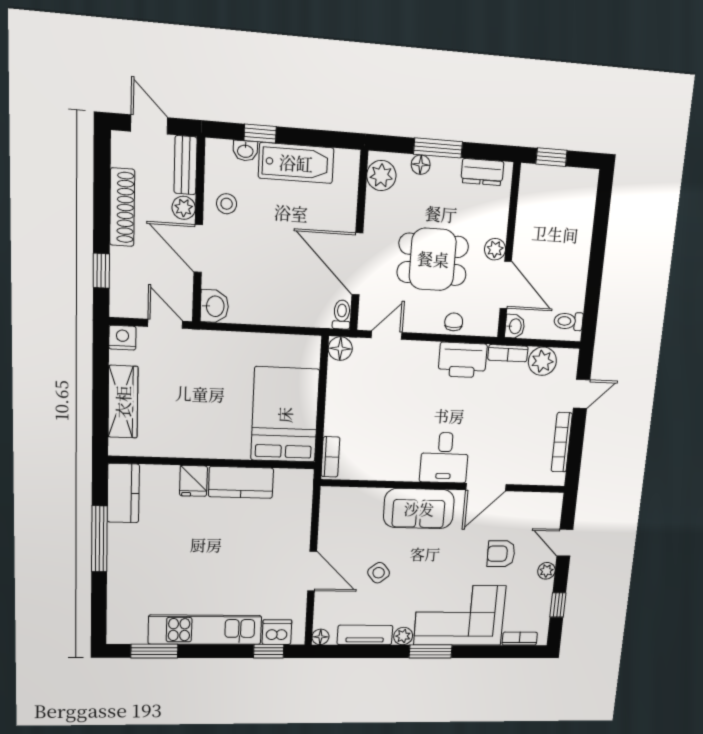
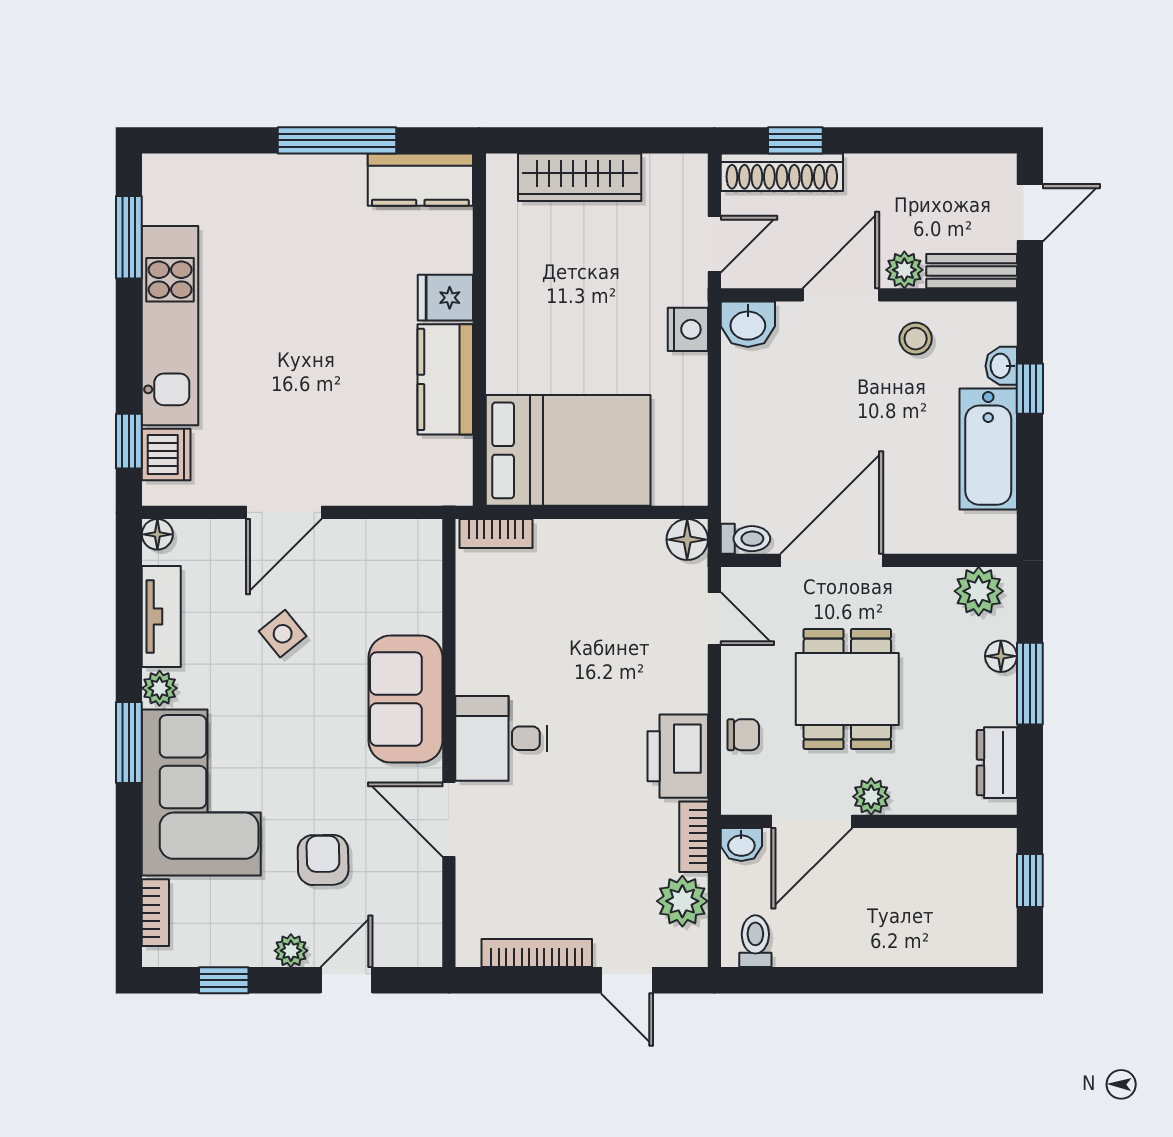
shoe rack: (122, 207) -> (782, 172), moved
nightstand: (122, 338) -> (688, 329), moved

